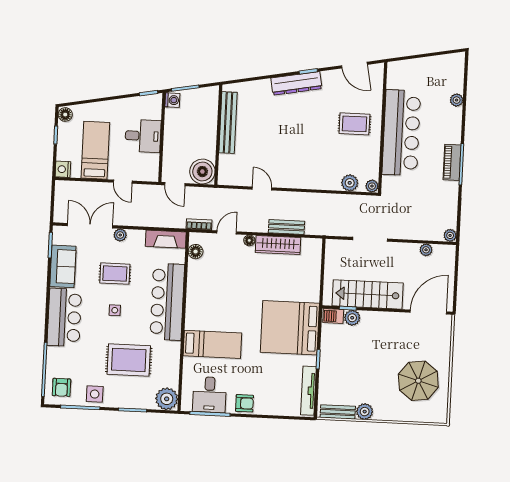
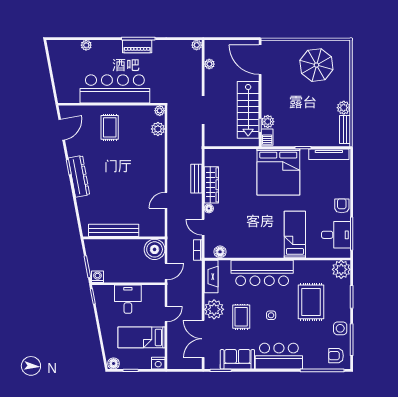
plant: (120, 235) -> (214, 309), width x1.88, depth x1.88
armchair: (62, 387) -> (336, 356), turned 180

